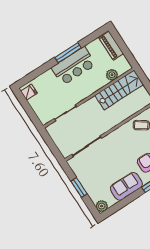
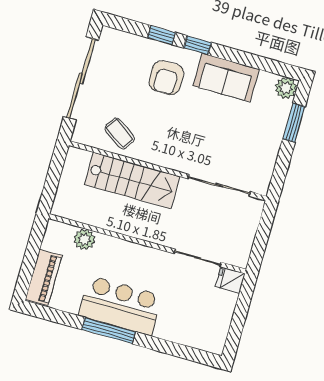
stairs: (119, 90) -> (132, 180), moved, turned 180
fridge: (29, 92) -> (230, 280), moved
window: (79, 187) -> (294, 123), moved

